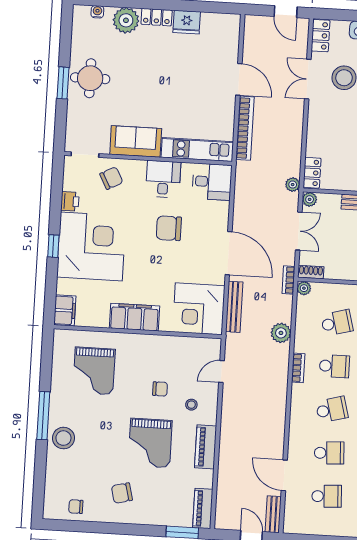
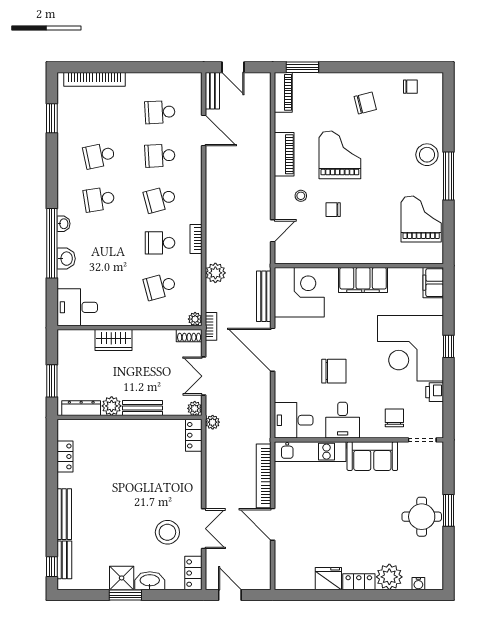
chair: (111, 178) -> (394, 418), turned 118
grand piano: (94, 371) -> (421, 219), moved

